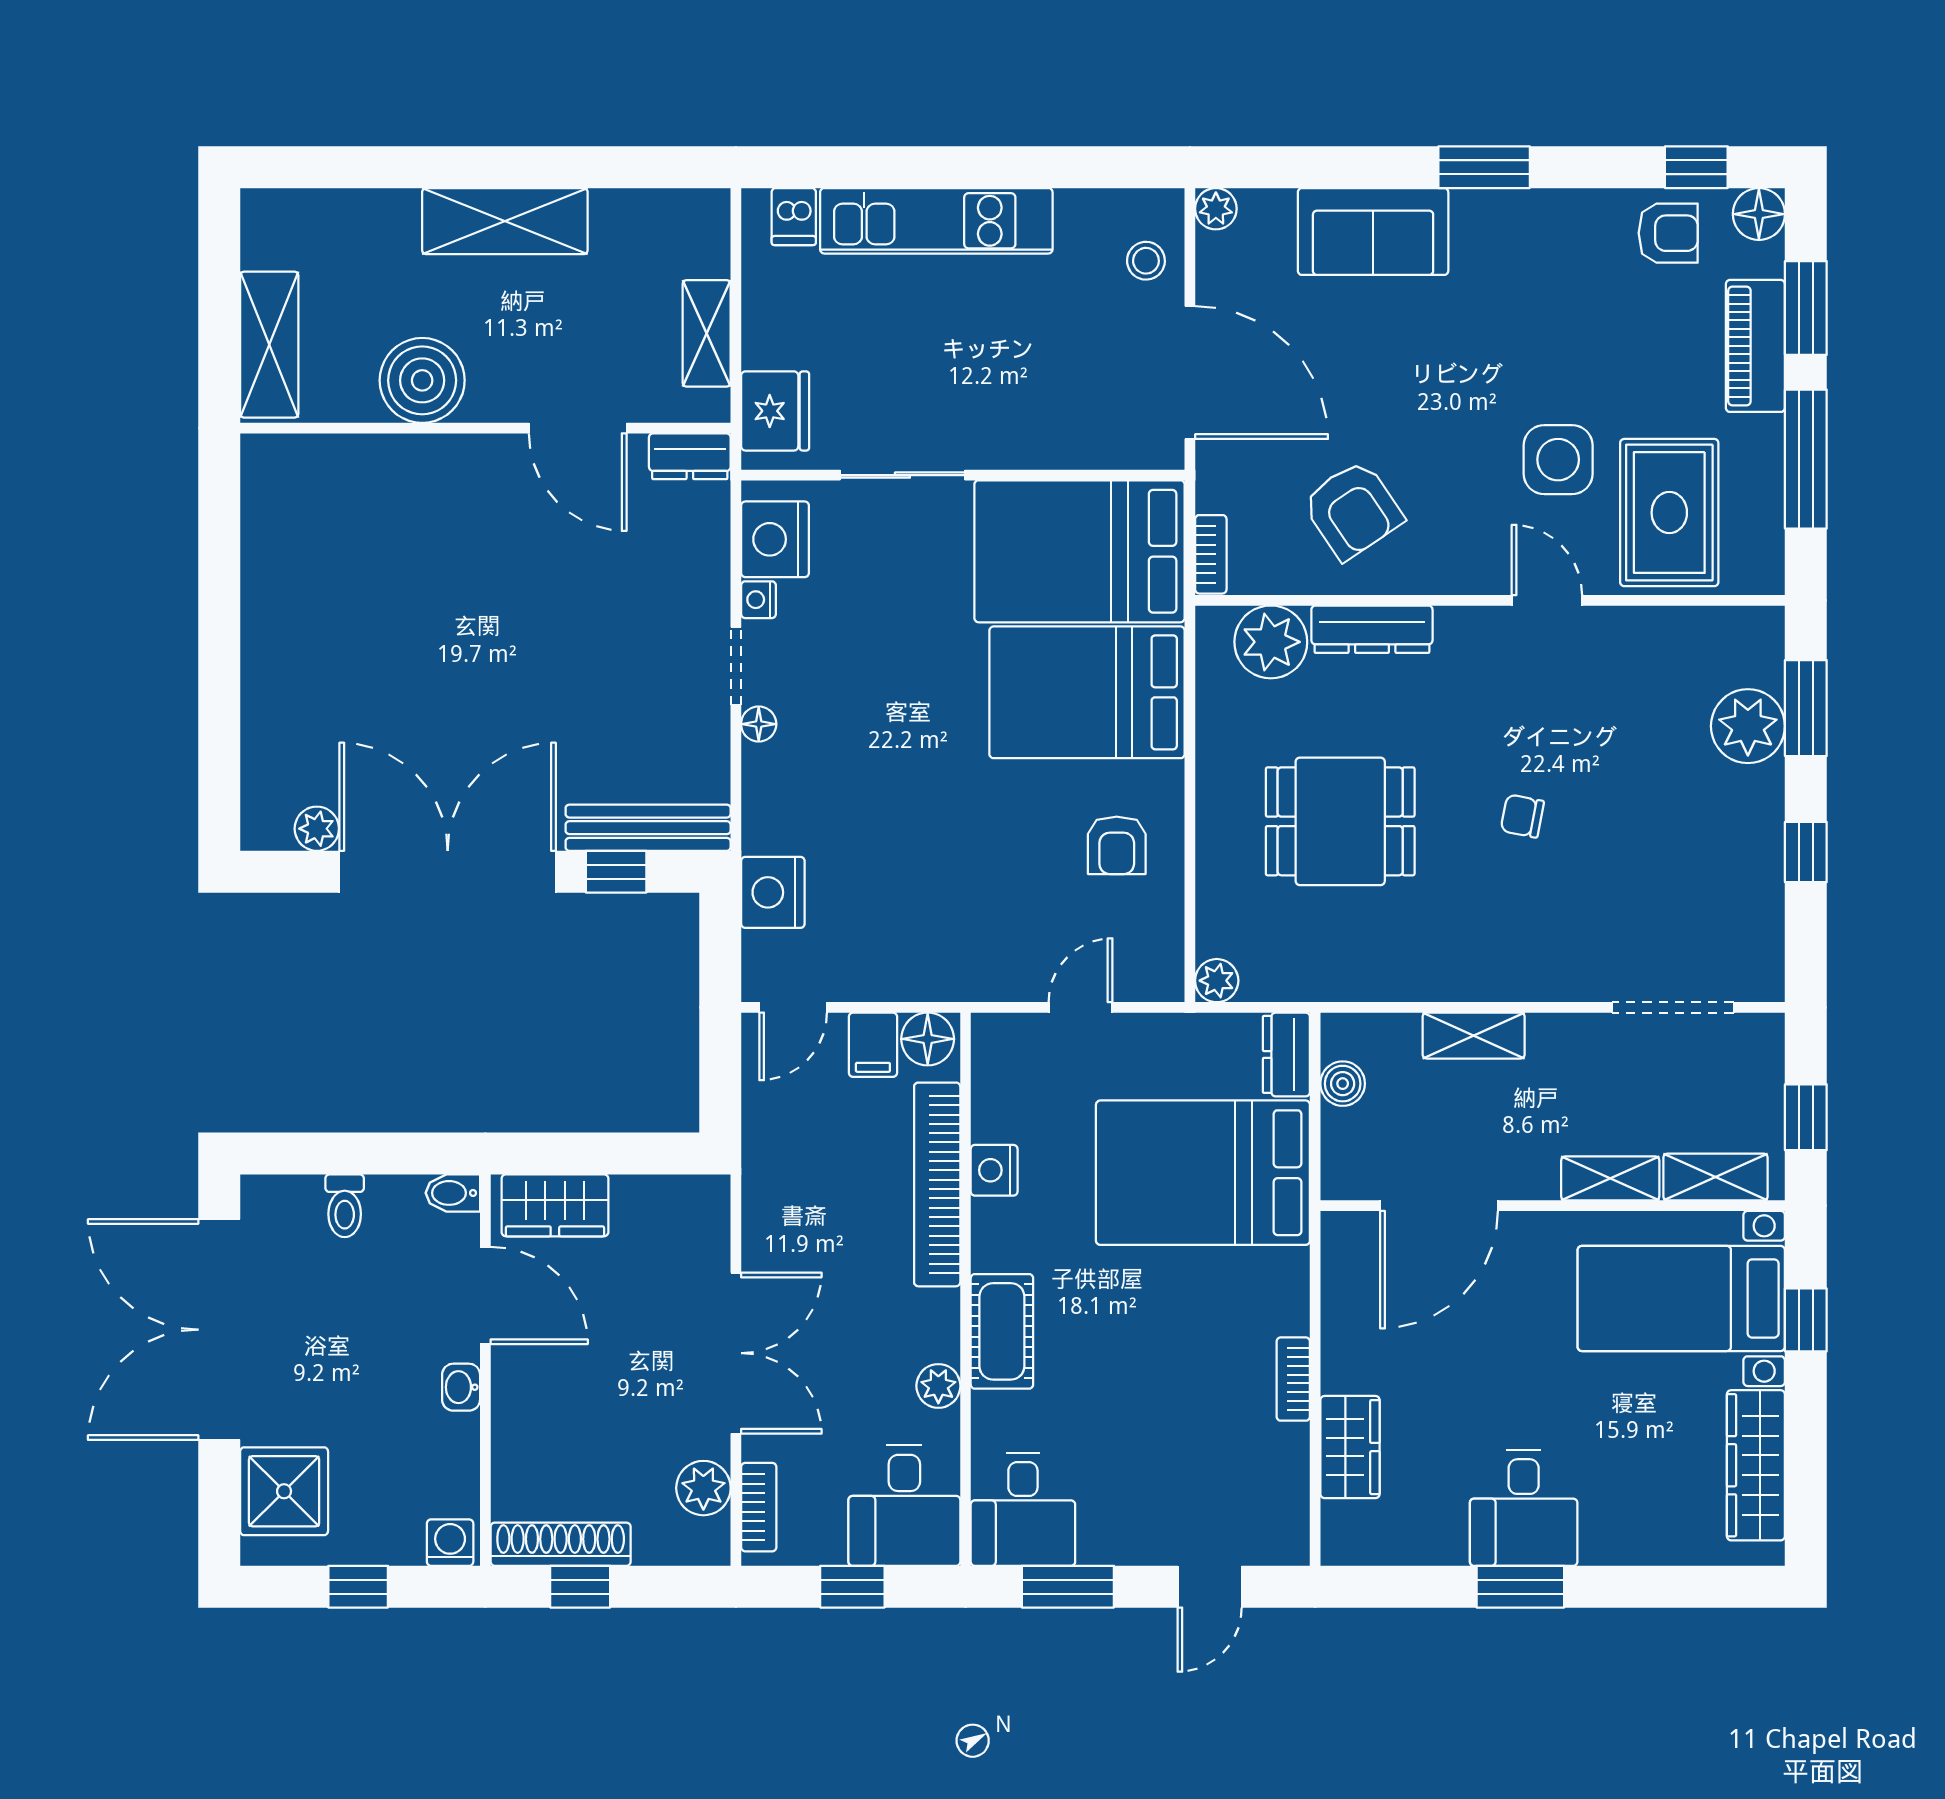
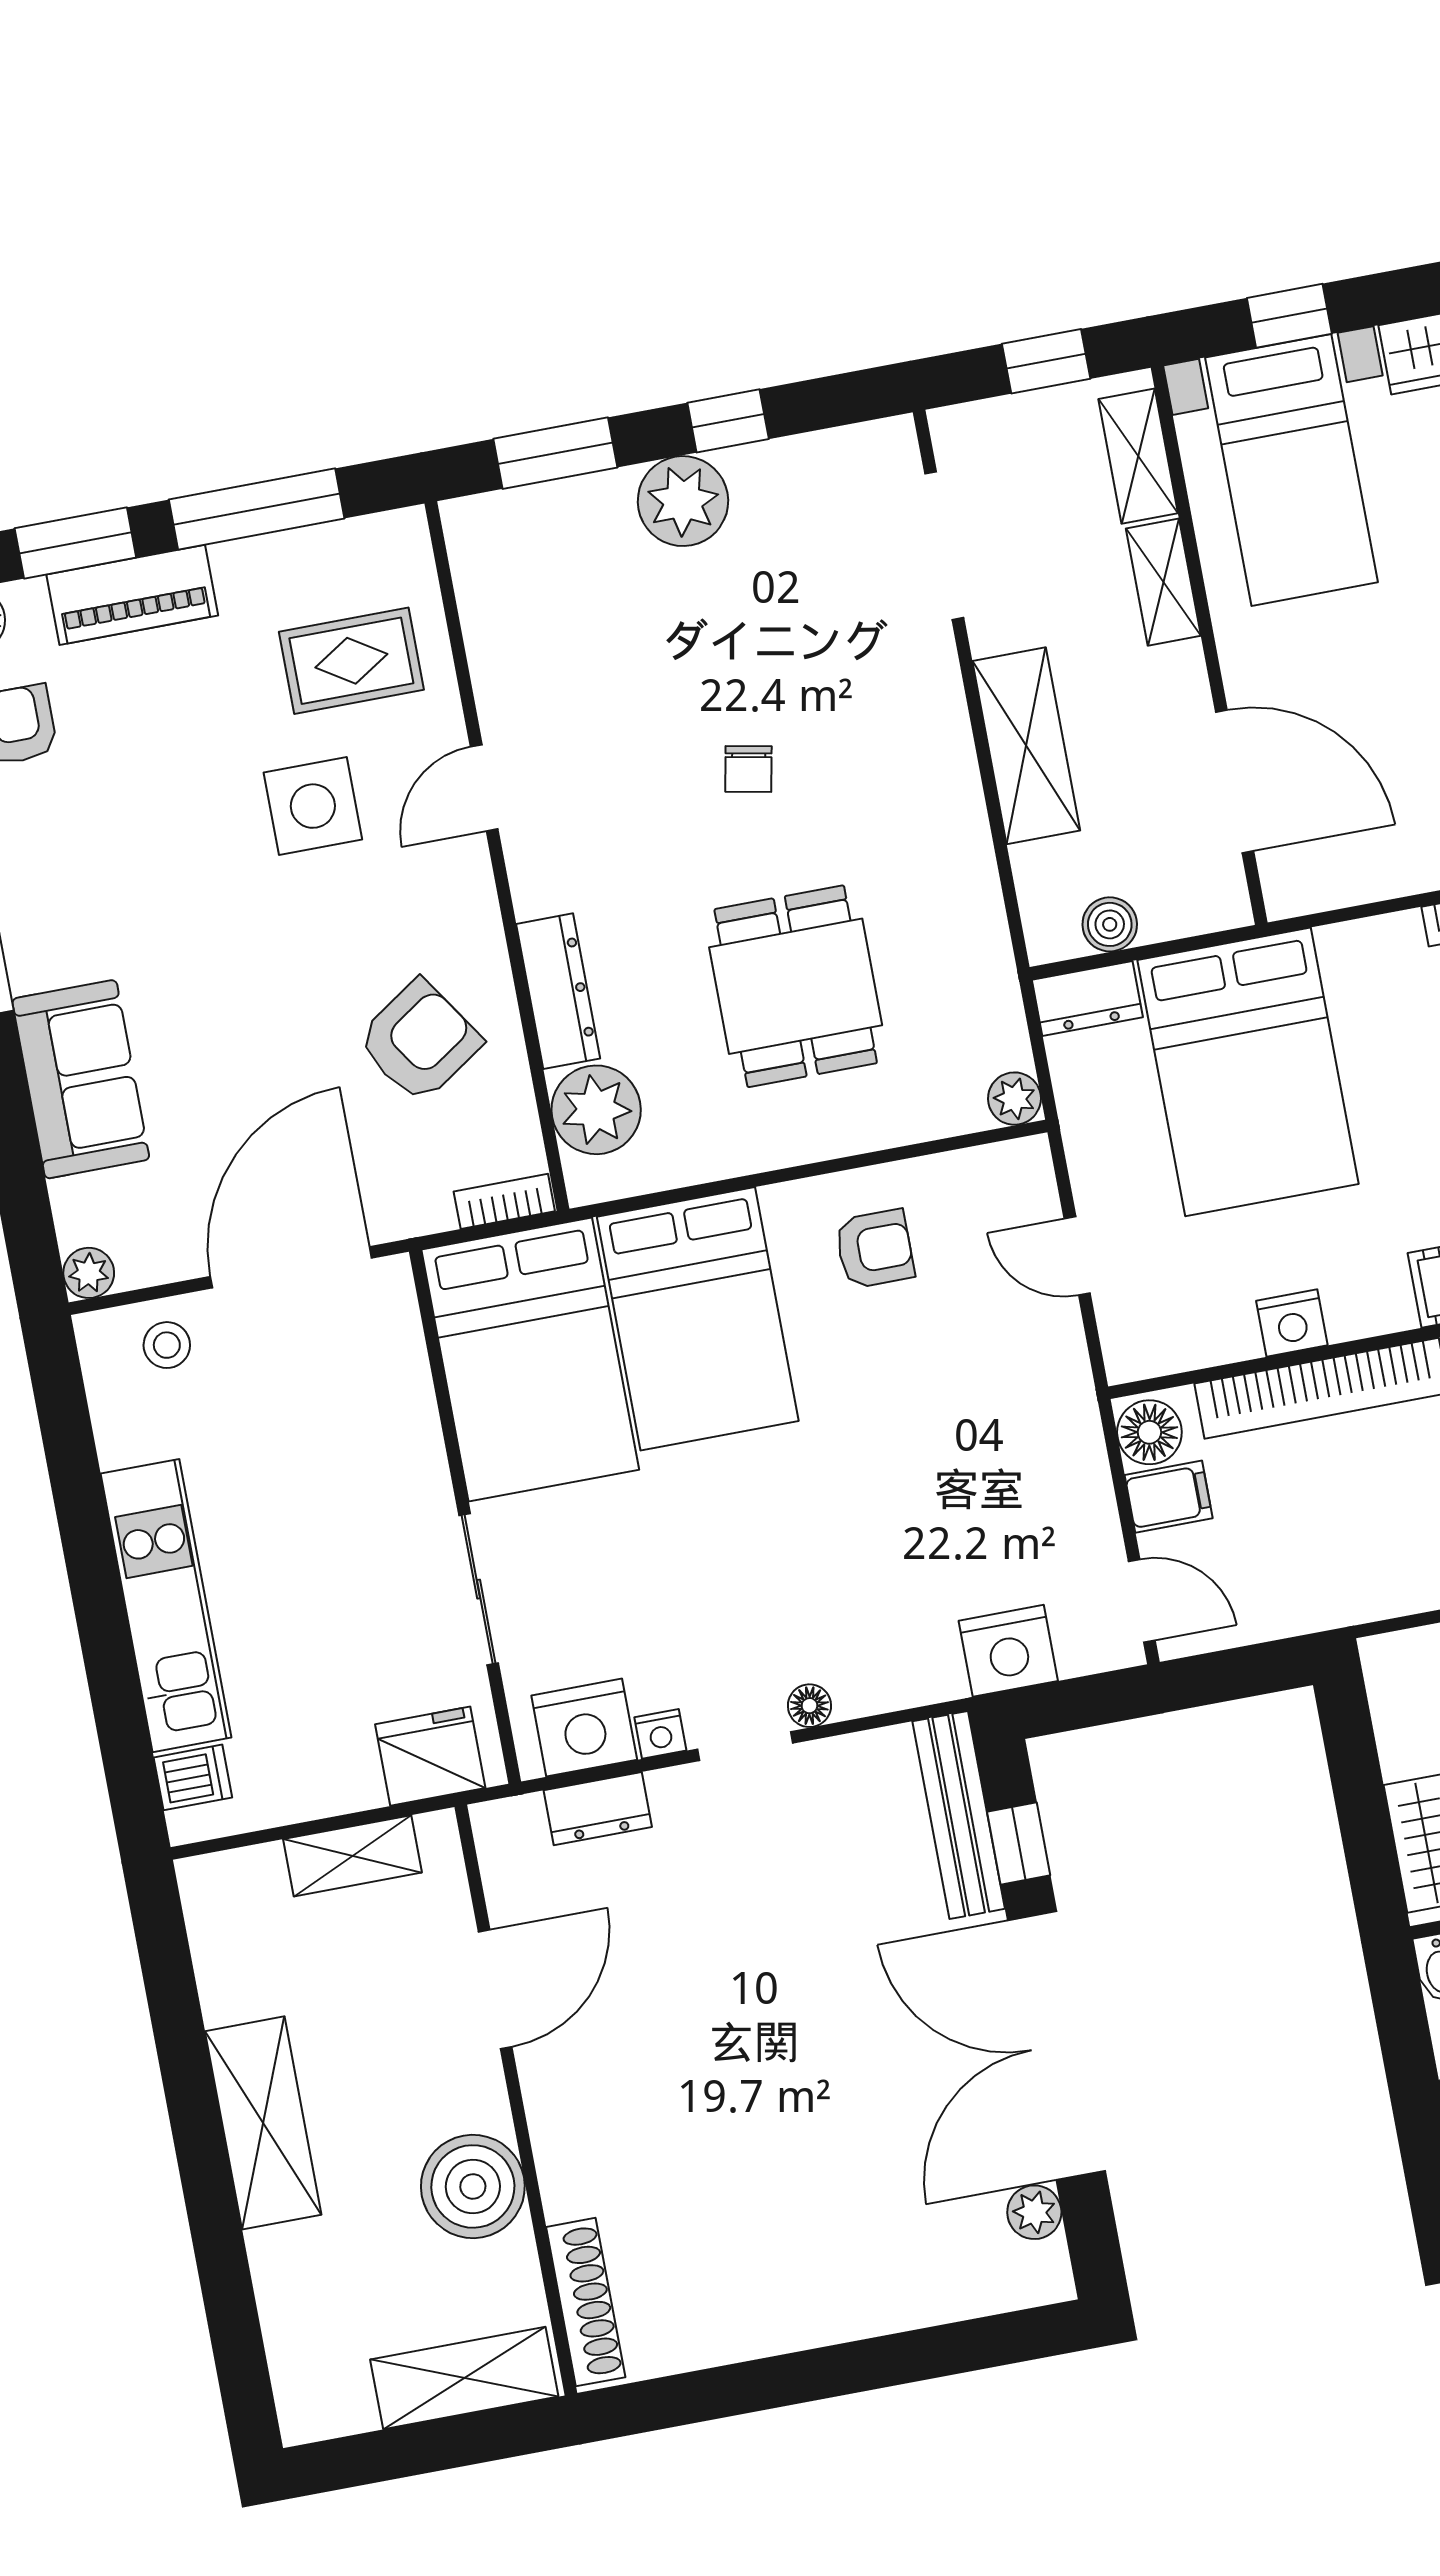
shoe rack: (312, 454) -> (586, 2302), added
dresser: (690, 456) -> (598, 1809), moved, turned 90
rug: (1669, 513) -> (351, 661), width x0.73, depth x0.70
plant: (1748, 726) -> (683, 501), moved
shelving: (1474, 1036) -> (1026, 746), width x1.50, depth x1.33

